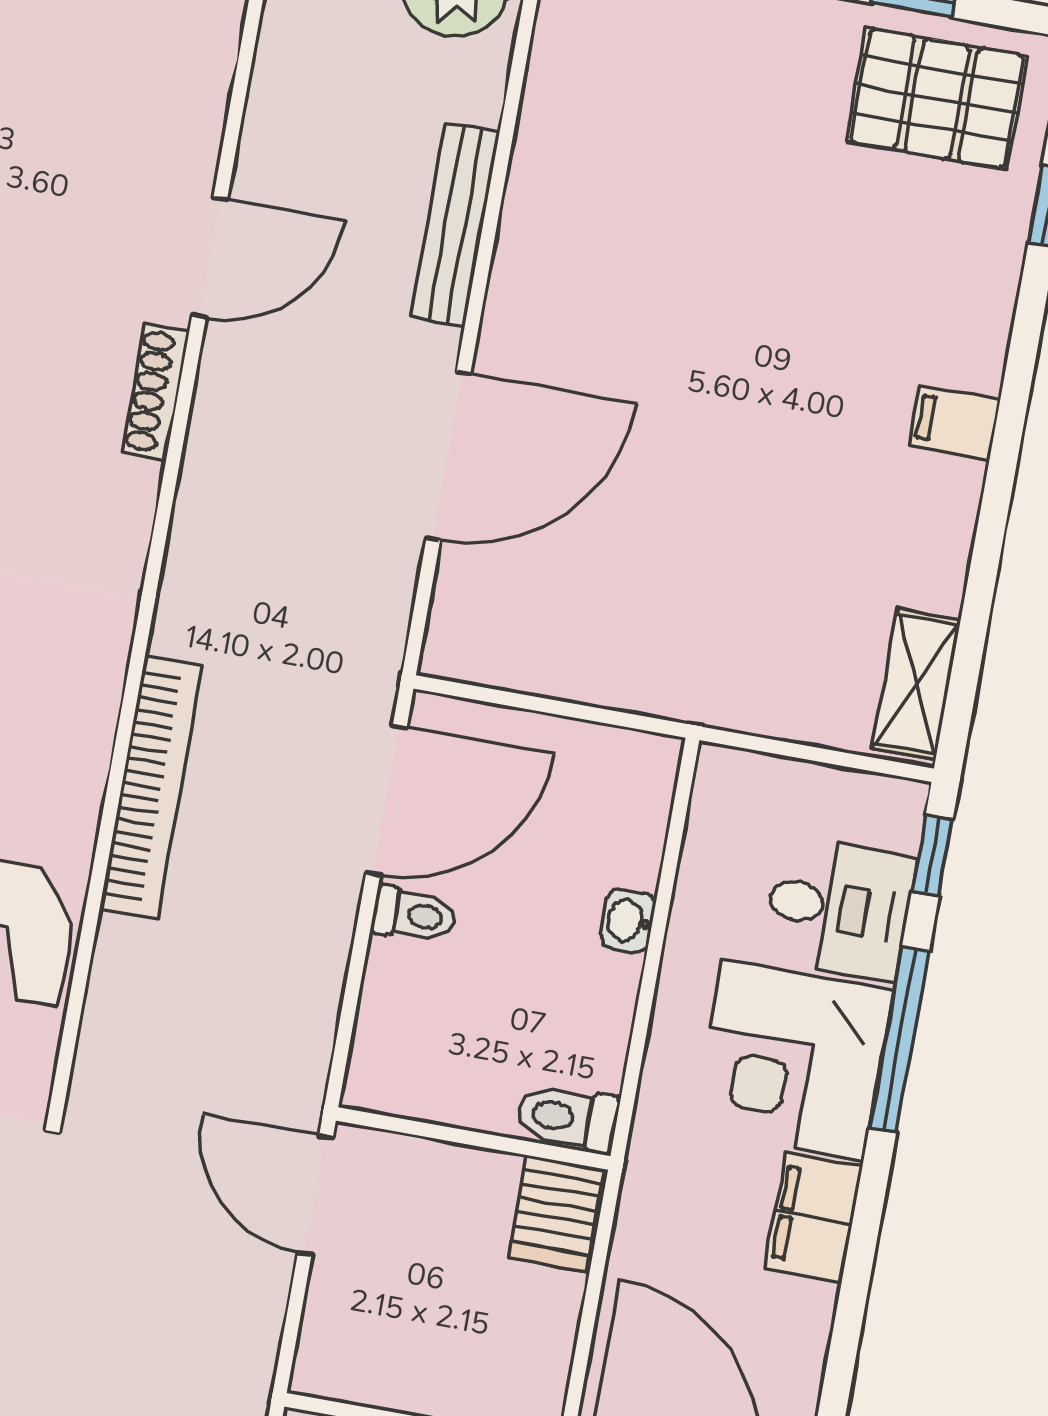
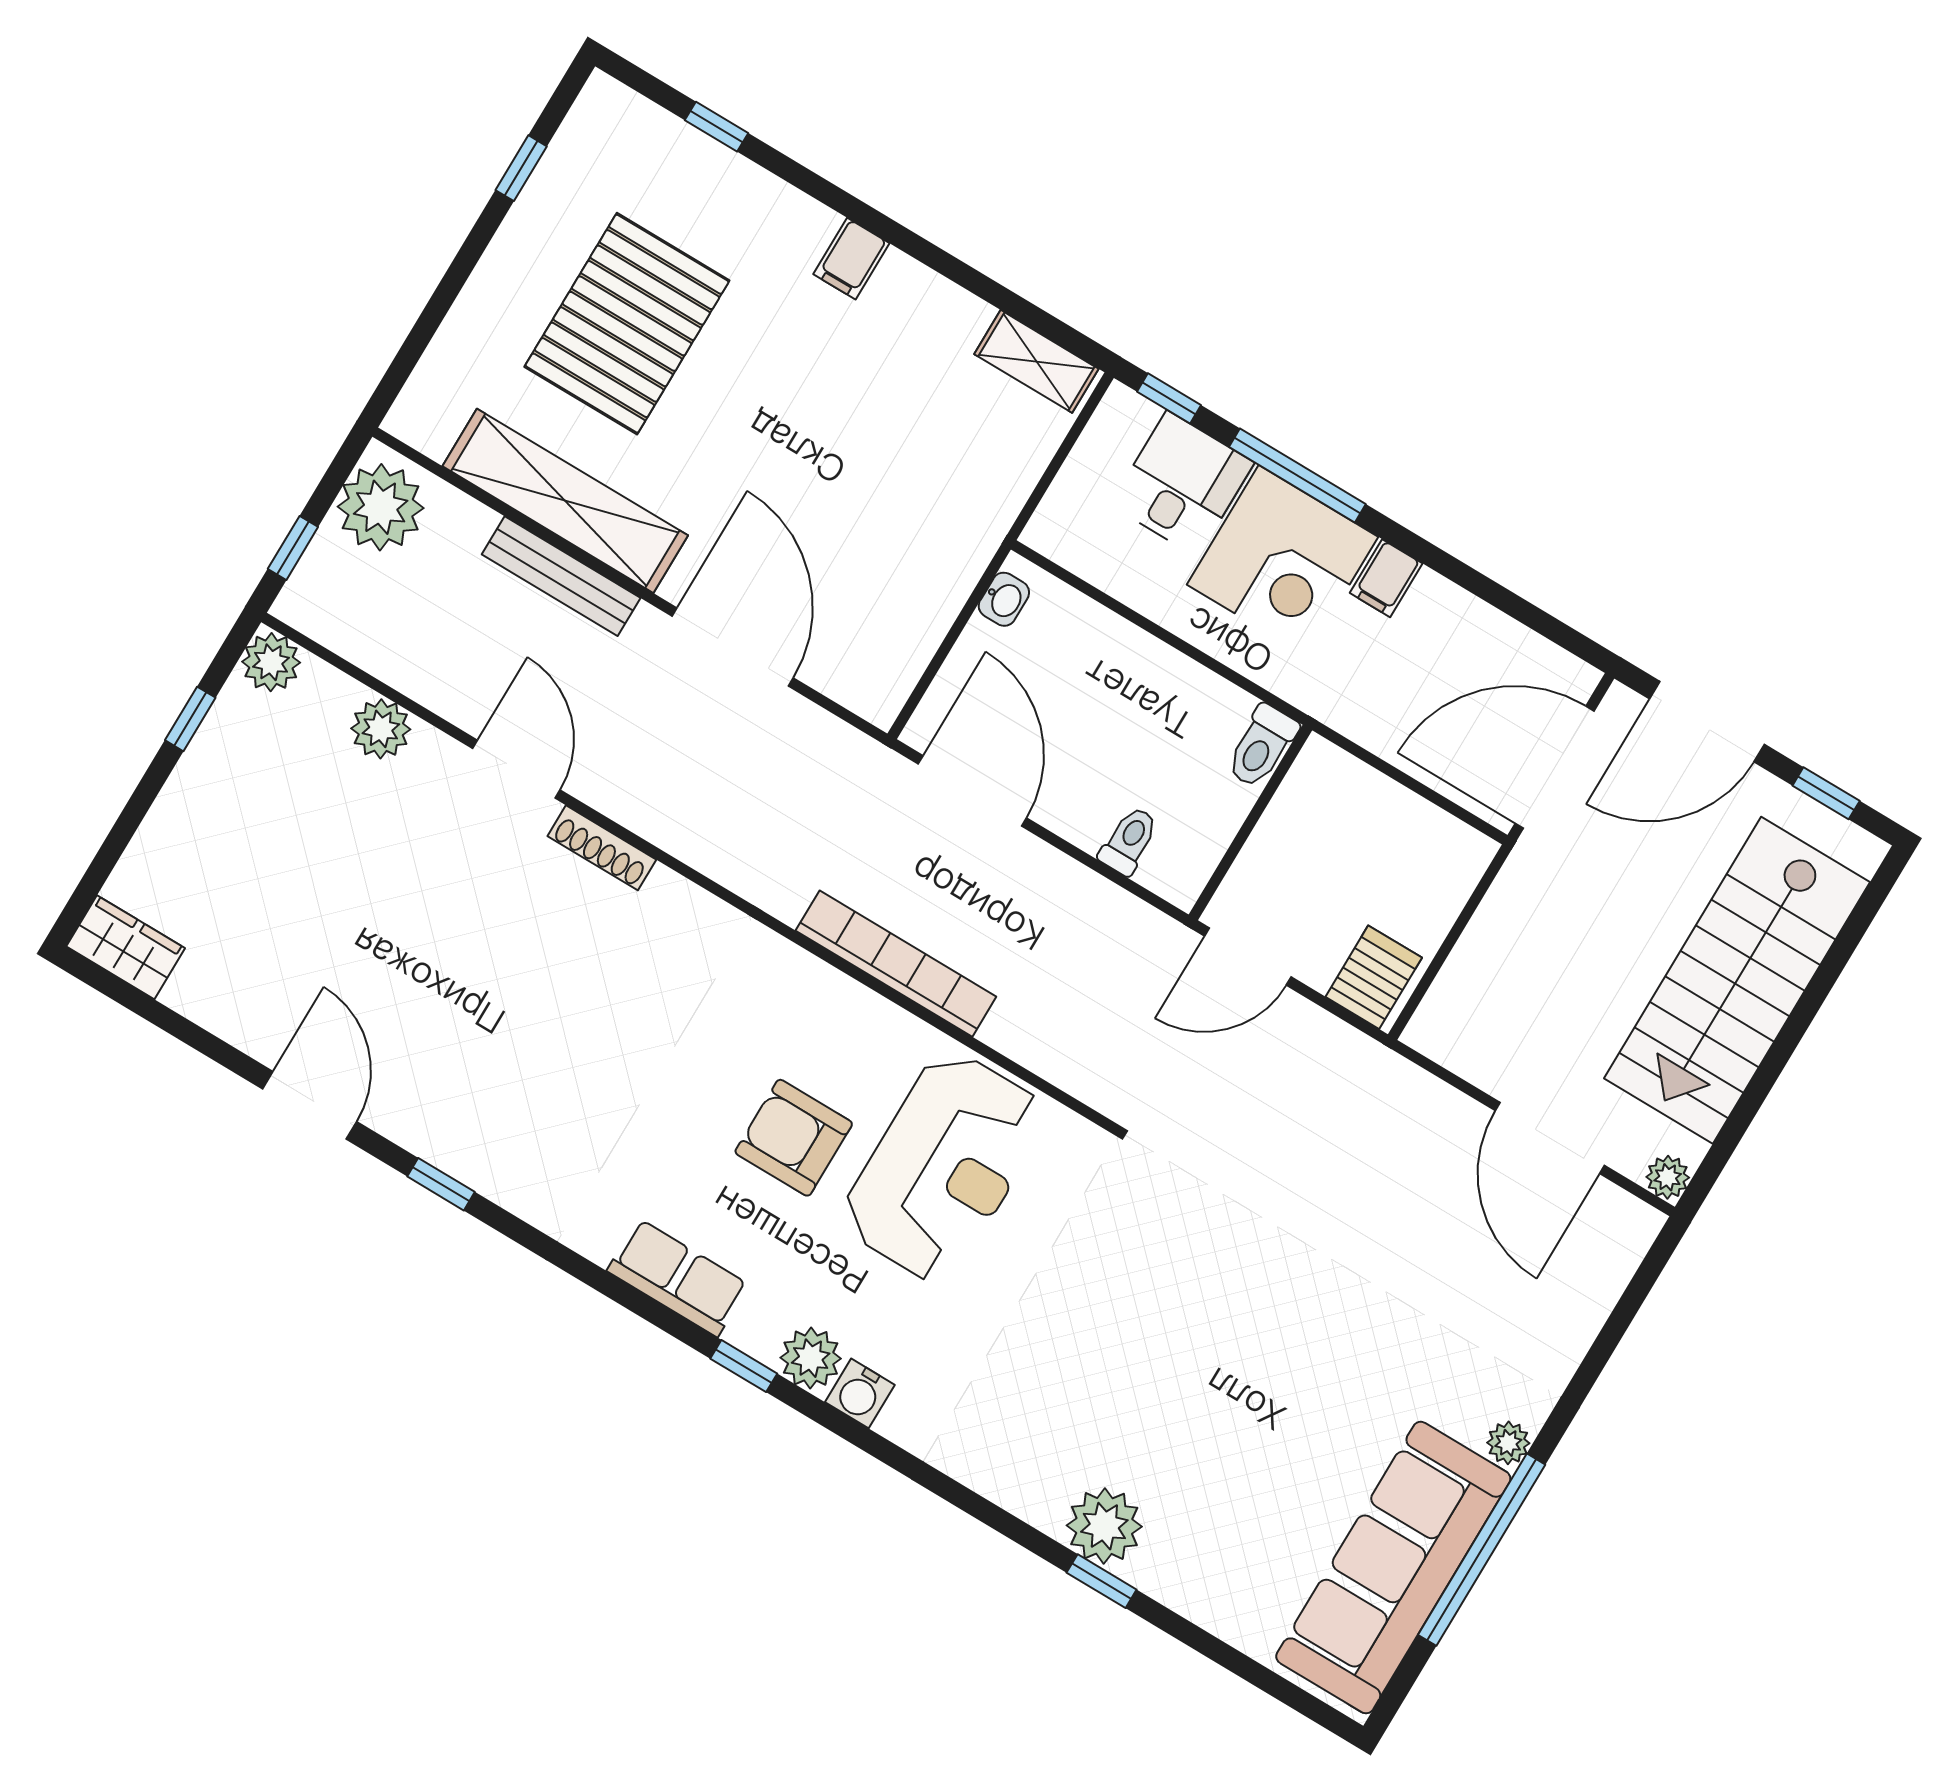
plant: (197, 81) -> (381, 729), added
pallet: (937, 99) -> (627, 324), moved, width x1.37, depth x1.41
shelving: (545, 195) -> (565, 501), added
toilet: (414, 915) -> (1129, 841), moved
washbasin: (628, 921) -> (1004, 599), moved, turned -90
server rack: (556, 1213) -> (1374, 977), moved, turned -90
filing cabinet: (813, 1218) -> (1386, 578), width x0.50

